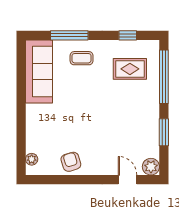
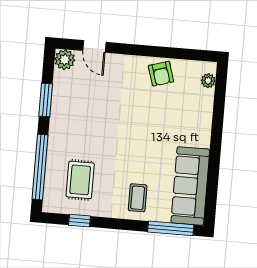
window: (69, 35) -> (171, 228), moved
coffee table: (82, 58) -> (138, 198), turned 90
rug: (130, 69) -> (80, 180), turned 90

